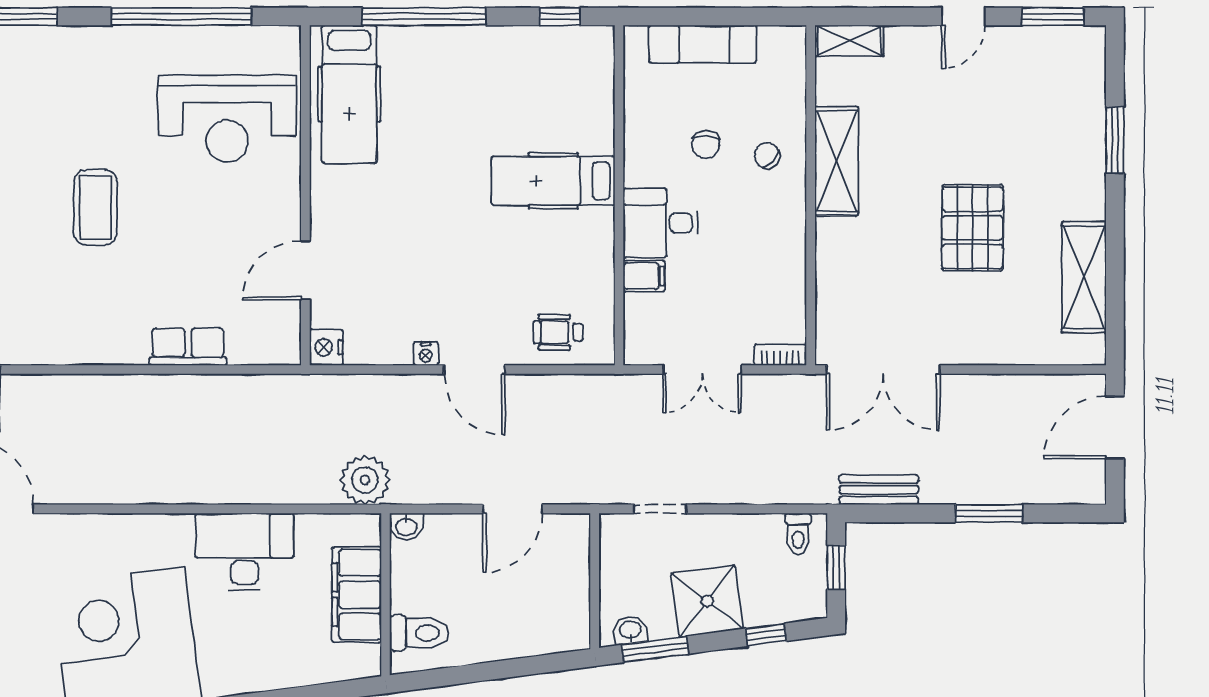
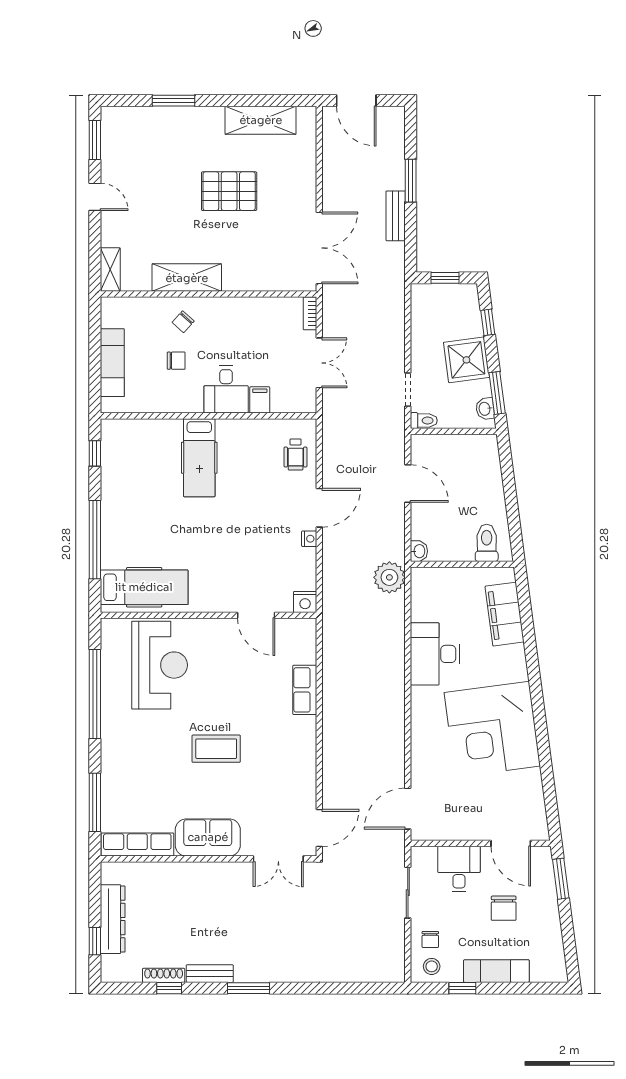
bench: (879, 490) -> (396, 216), moved
toilet: (798, 534) -> (424, 421), moved
filing cabinet: (357, 595) -> (505, 614), moved, turned 83

